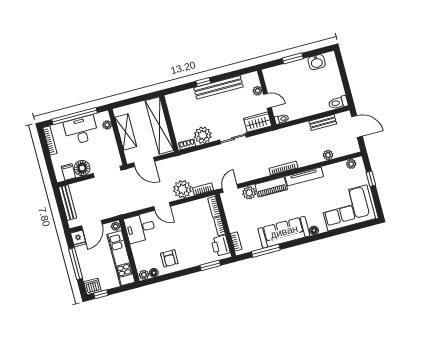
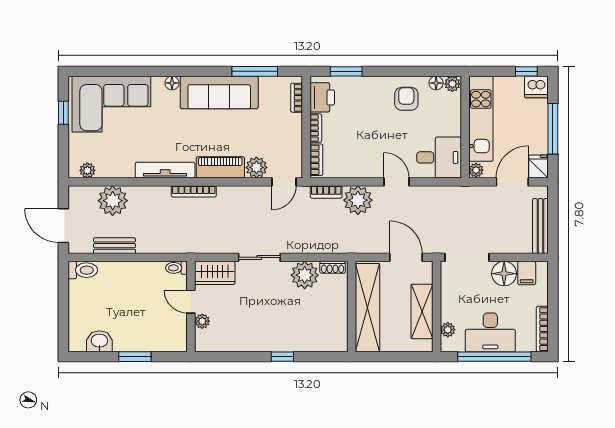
bench: (218, 87) -> (261, 342), removed
plant: (328, 155) -> (113, 201), width x1.87, depth x1.87
window: (371, 179) -> (63, 113), moved

